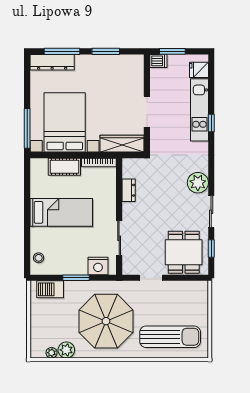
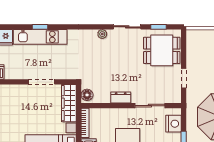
window: (211, 123) -> (40, 27), moved
floor lamp: (132, 165) -> (87, 95), added
plant: (198, 183) -> (102, 34), width x0.53, depth x0.53
dresser: (129, 190) -> (121, 98), moved

